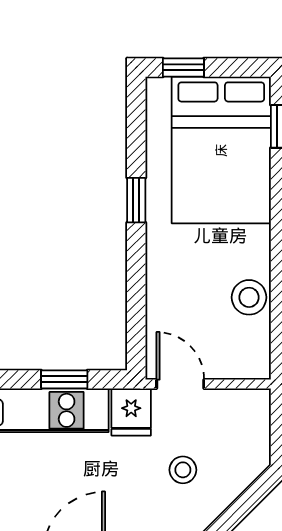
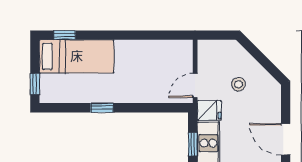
bed: (221, 150) -> (77, 56), width x0.67
stool: (249, 297) -> (151, 51), removed

